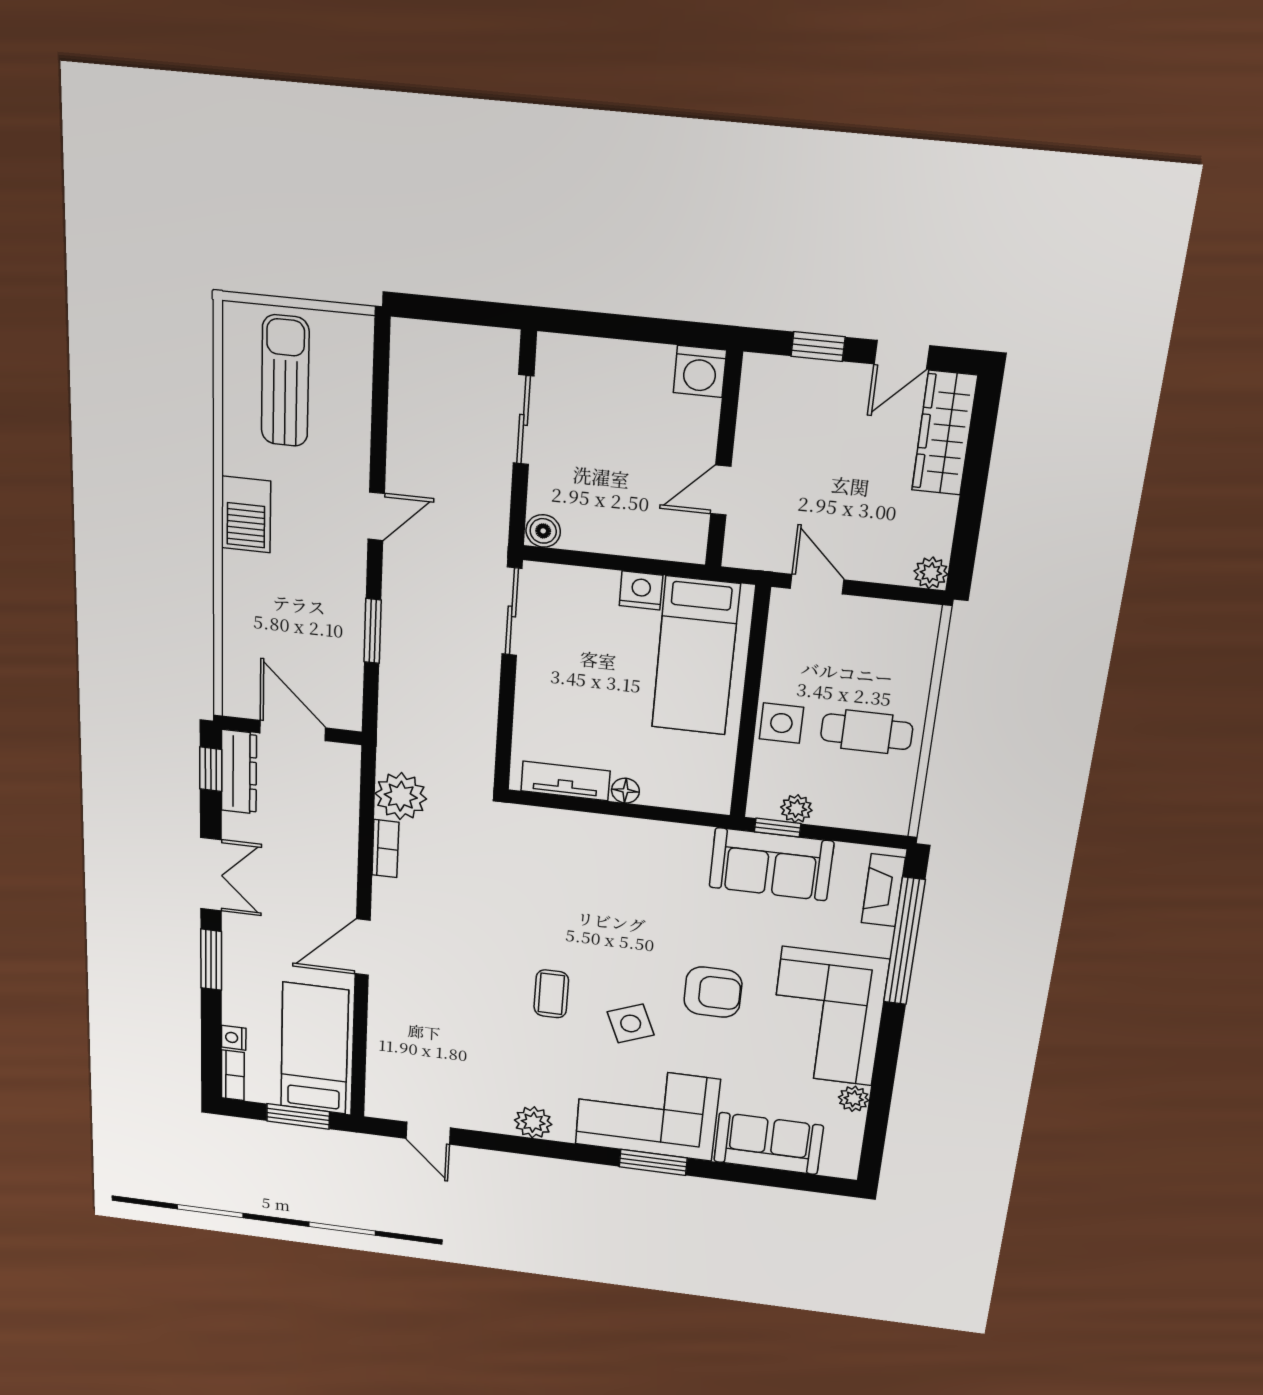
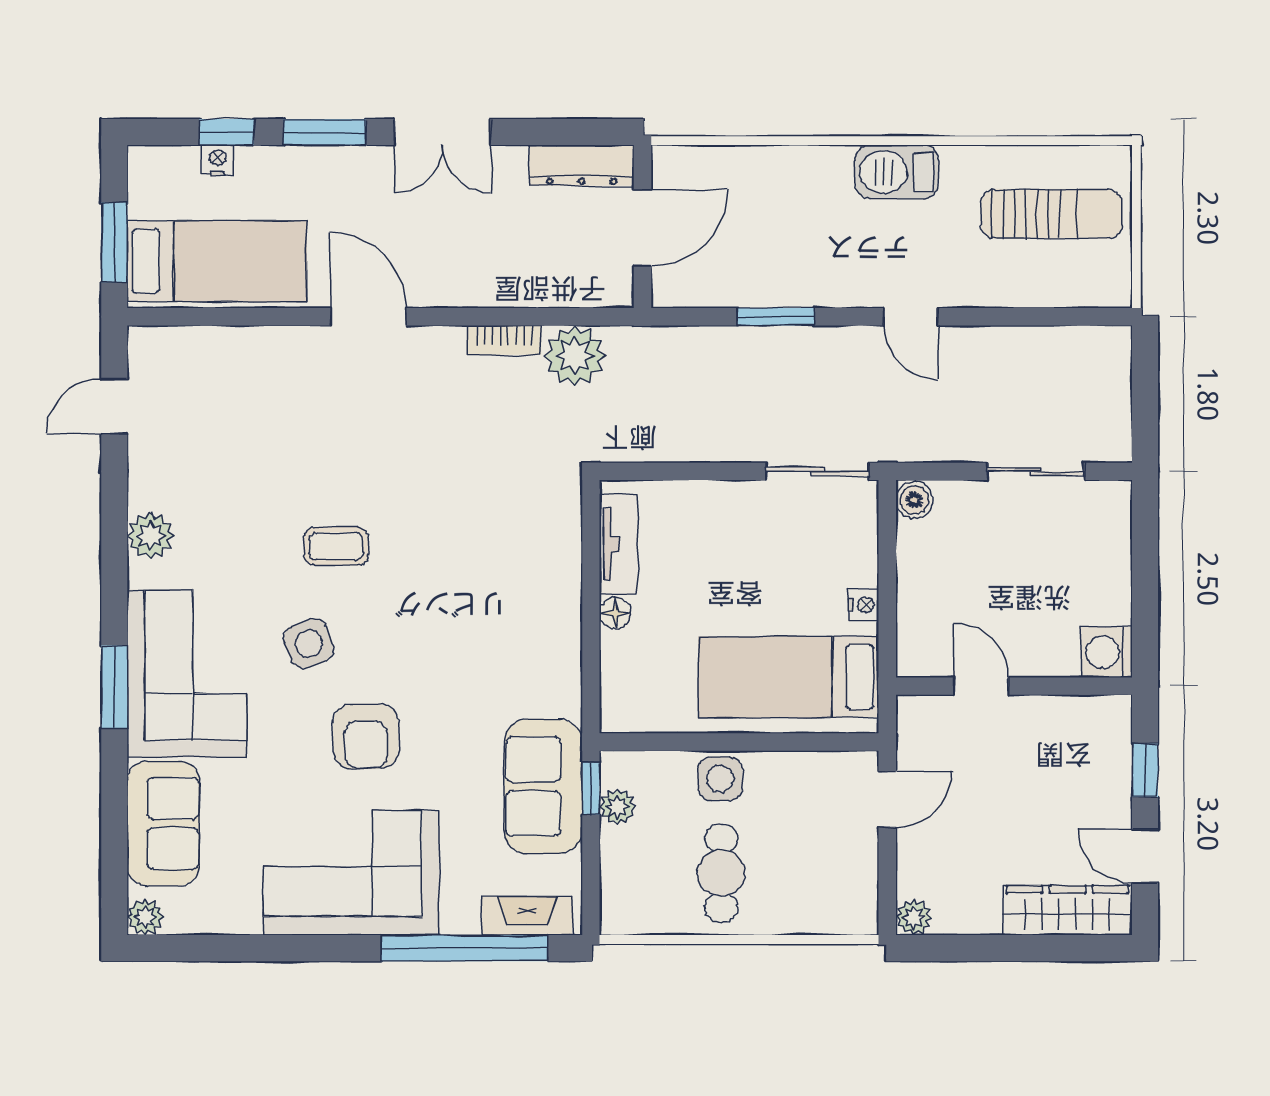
nightstand: (641, 590) -> (864, 605), width x0.72, depth x0.74
window: (211, 769) -> (227, 132), moved
bookcase: (233, 1075) -> (163, 159), removed
plant: (854, 1099) -> (145, 917), moved

